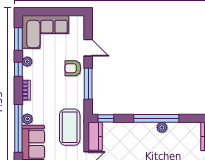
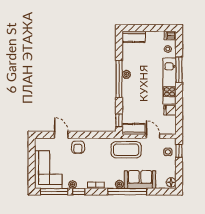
window: (18, 39) -> (54, 192), width x1.44
door: (88, 48) -> (61, 135), hinge flipped
window: (88, 84) -> (91, 135), removed

